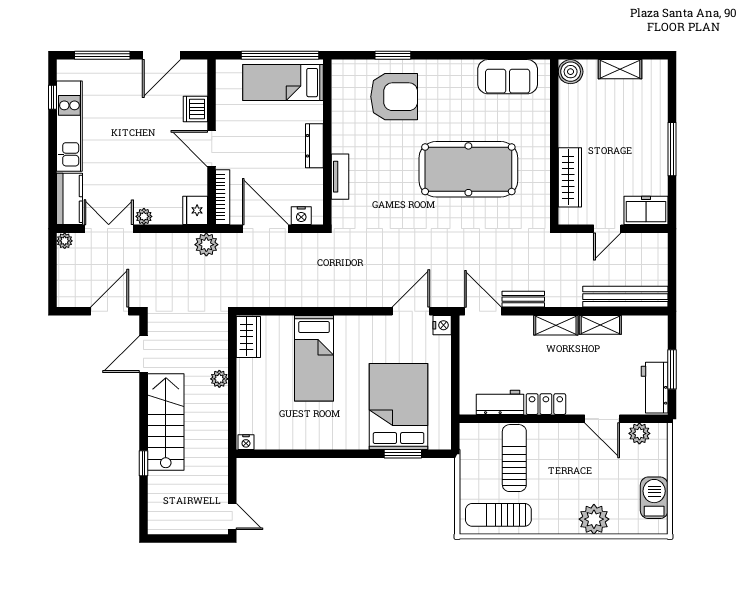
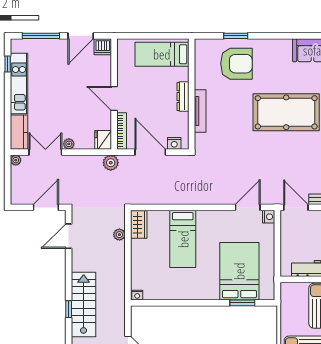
window: (280, 55) -> (160, 36), removed
dishwasher: (195, 109) -> (103, 47), moved, turned -90
tv unit: (340, 177) -> (200, 111), width x1.41
plant: (219, 379) -> (119, 235), moved
stairs: (166, 422) -> (84, 305), moved

